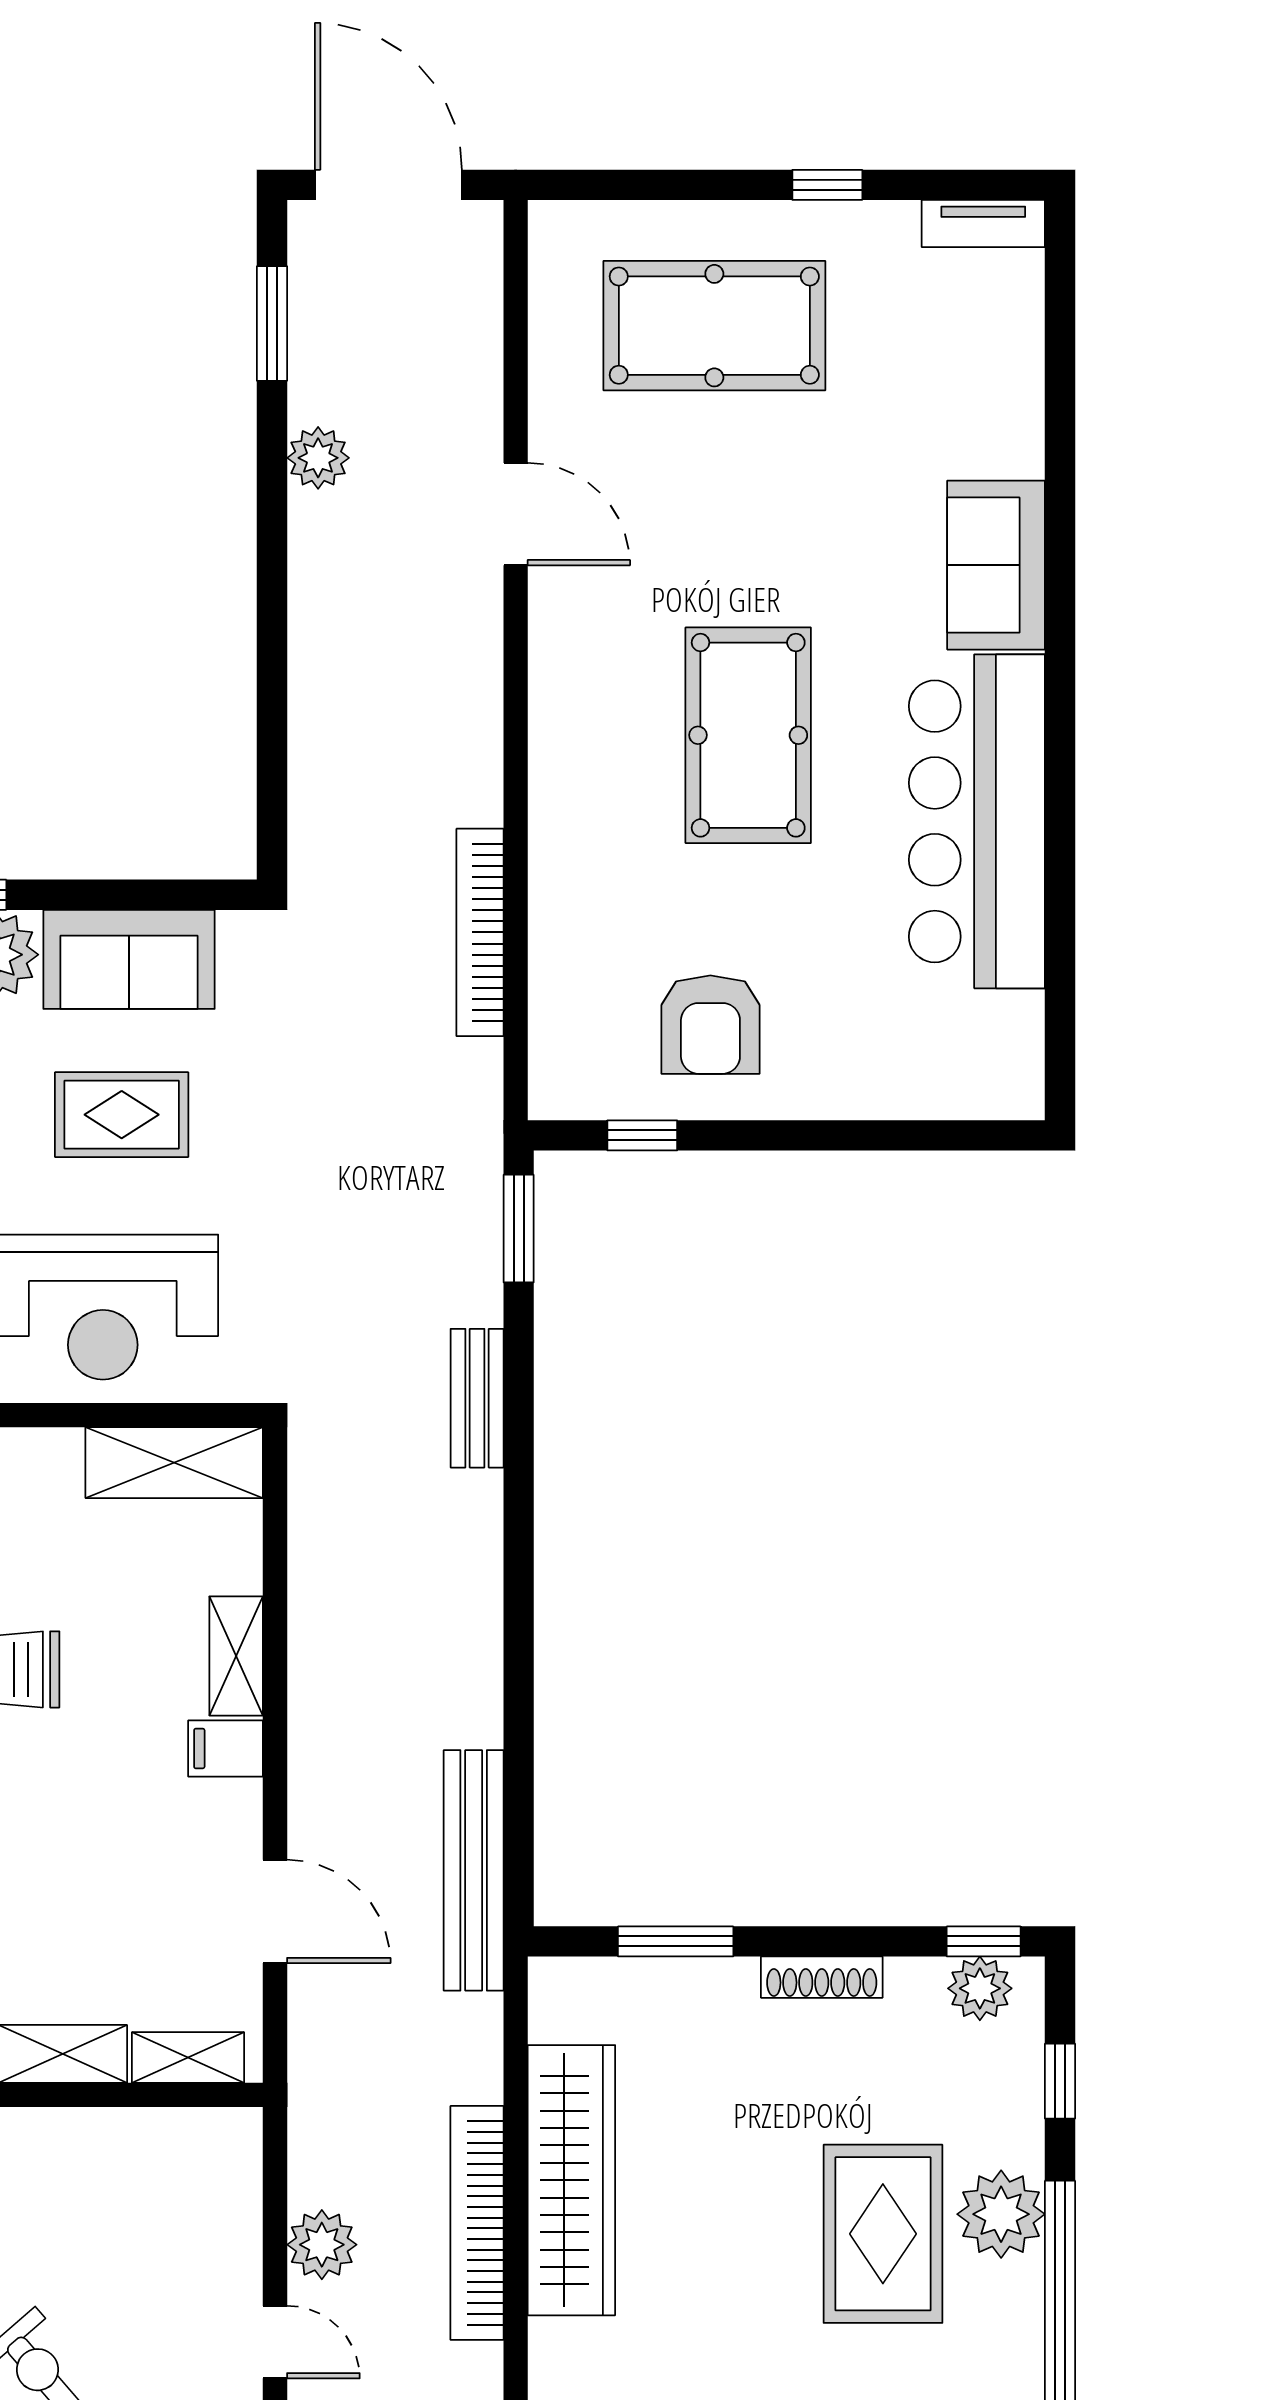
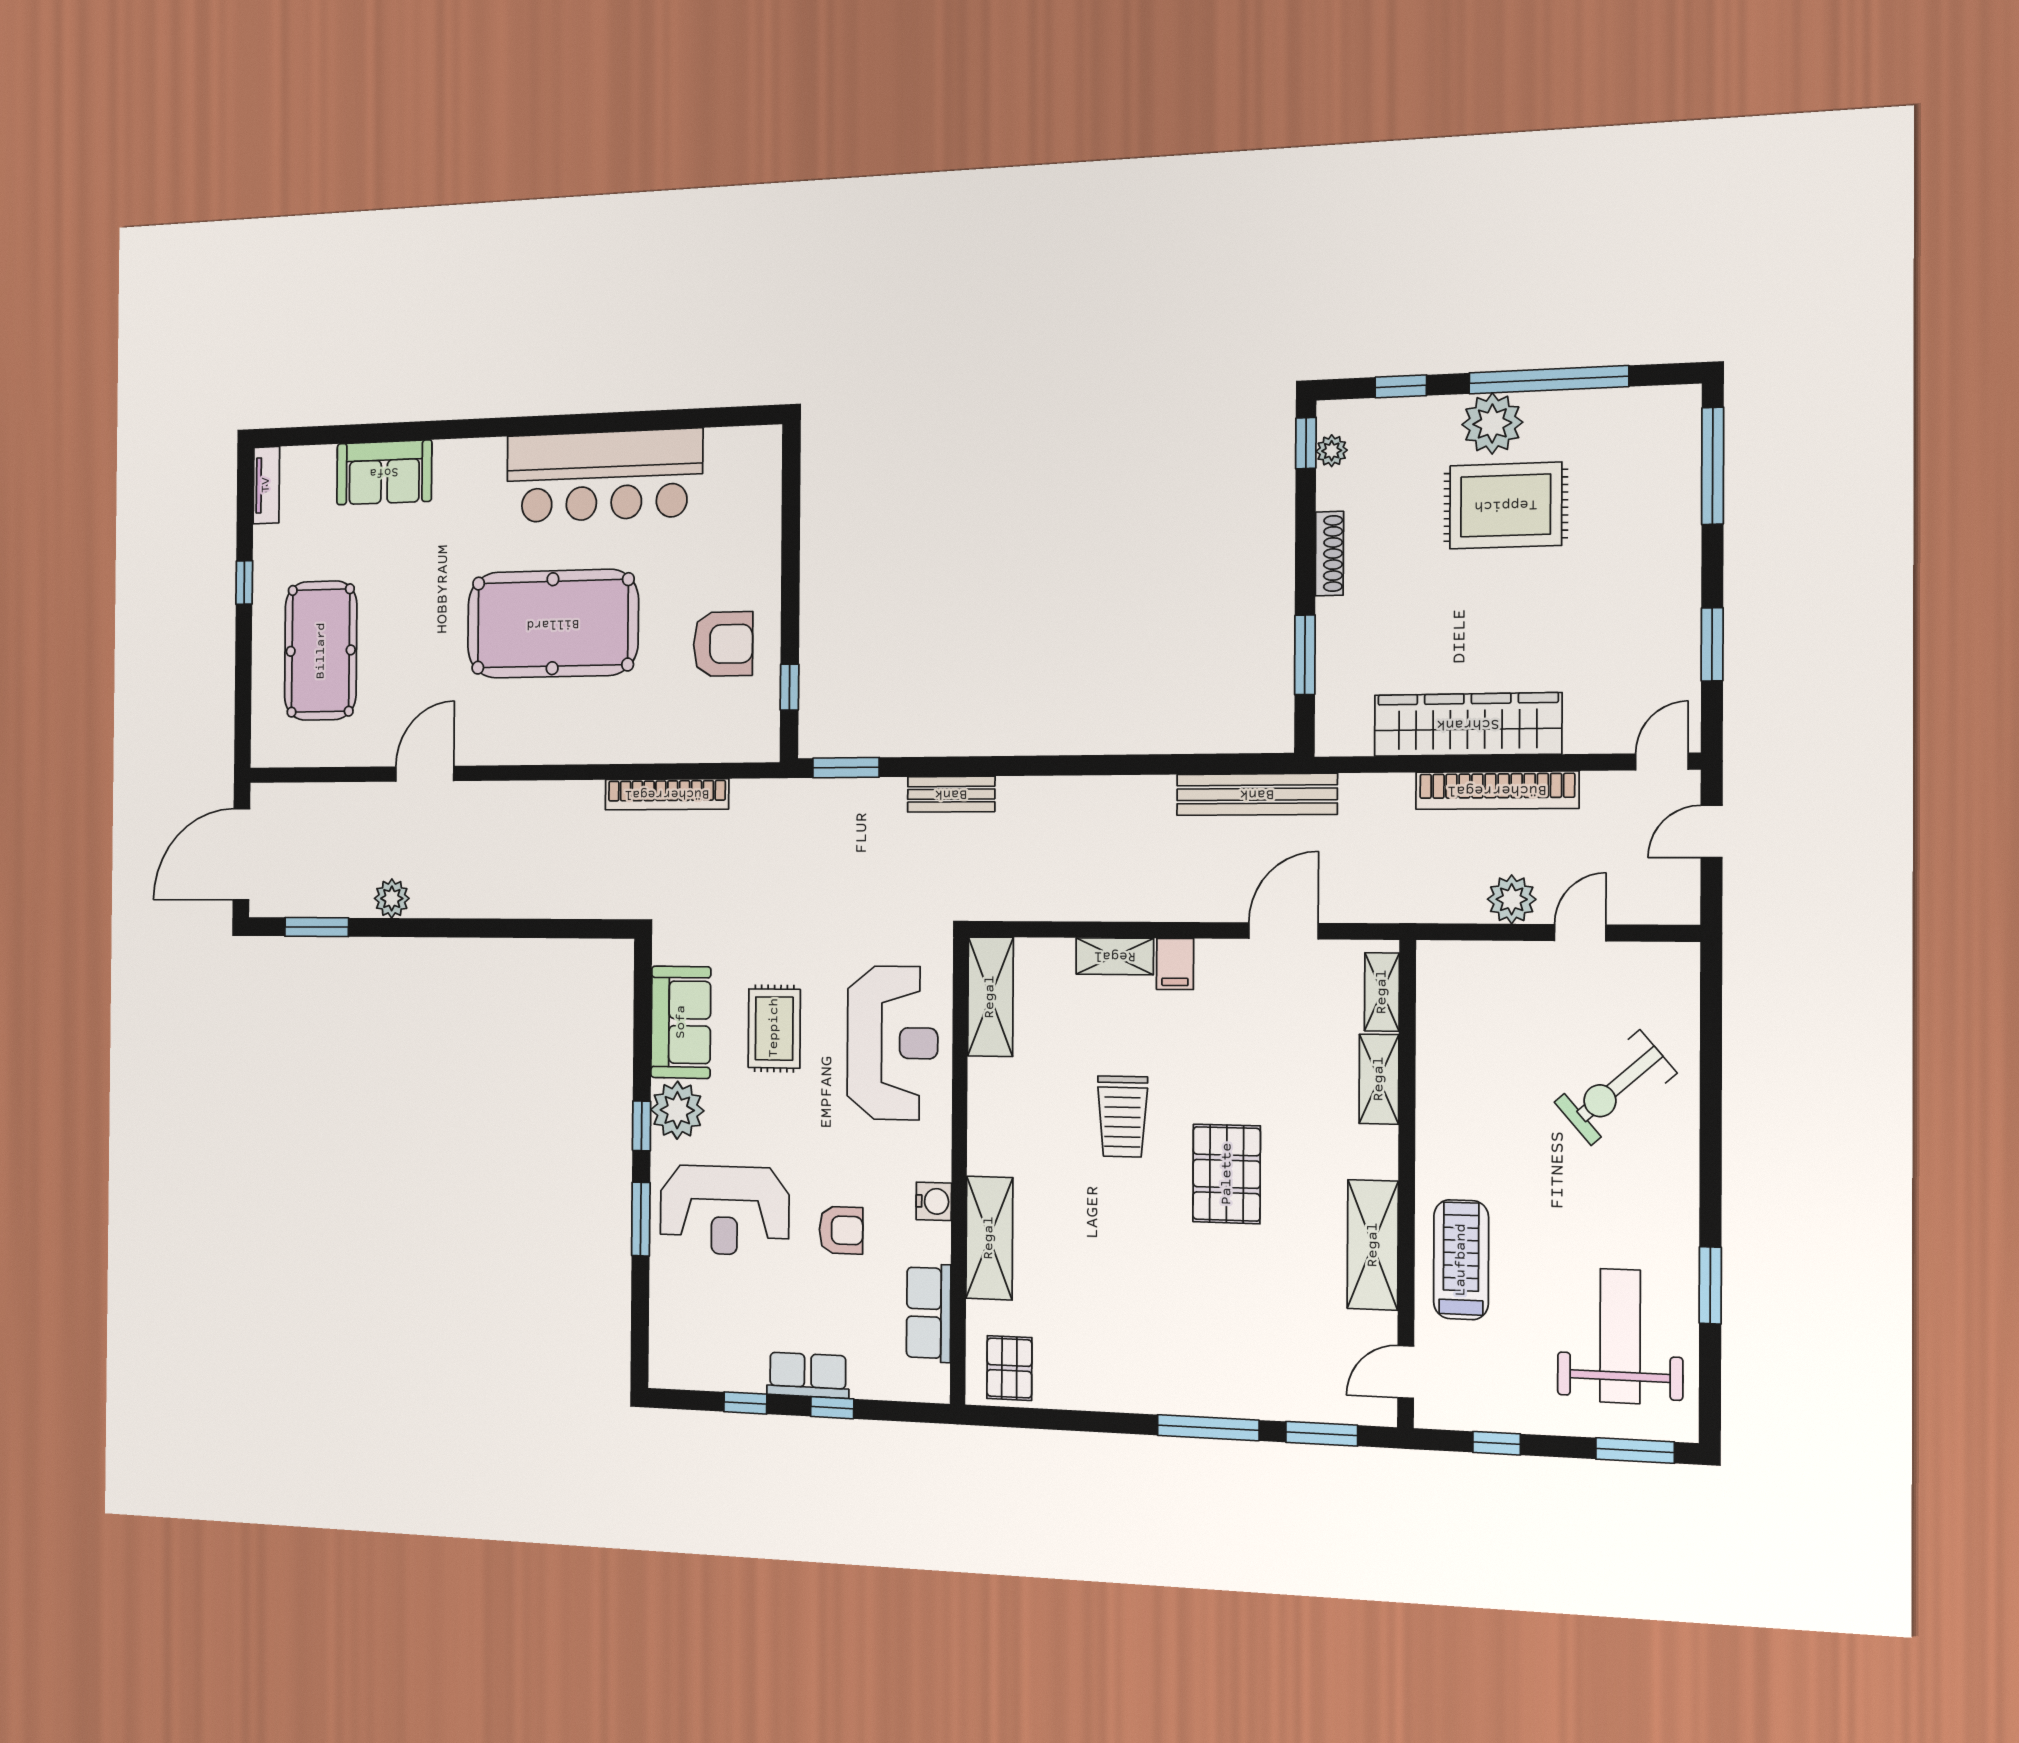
sofa: (996, 565) -> (384, 472), moved
pool table: (748, 735) -> (553, 624), width x1.36, depth x1.32
plant: (980, 1988) -> (1332, 451), width x0.73, depth x0.73

